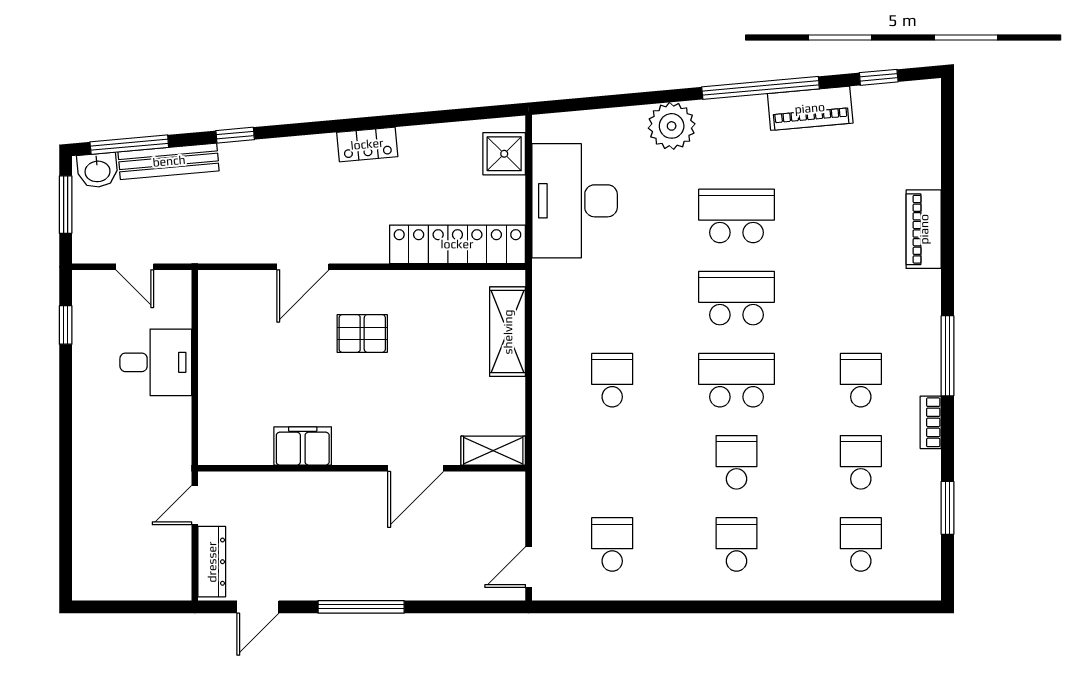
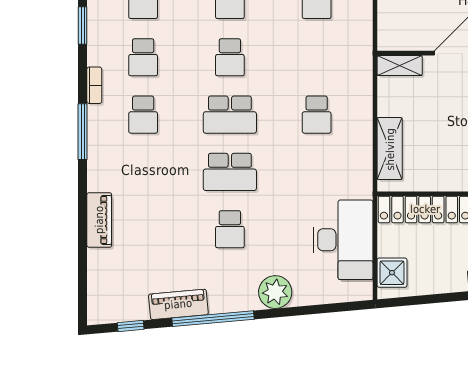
school desk: (736, 216) -> (230, 229), width x0.54

